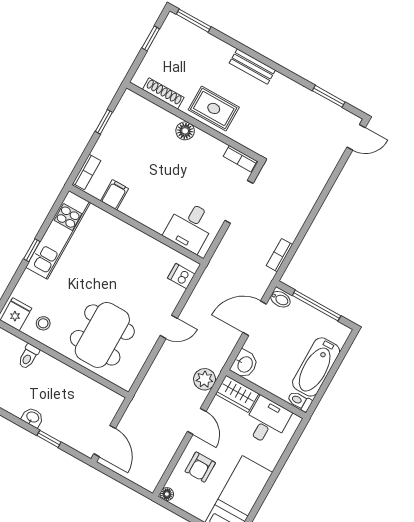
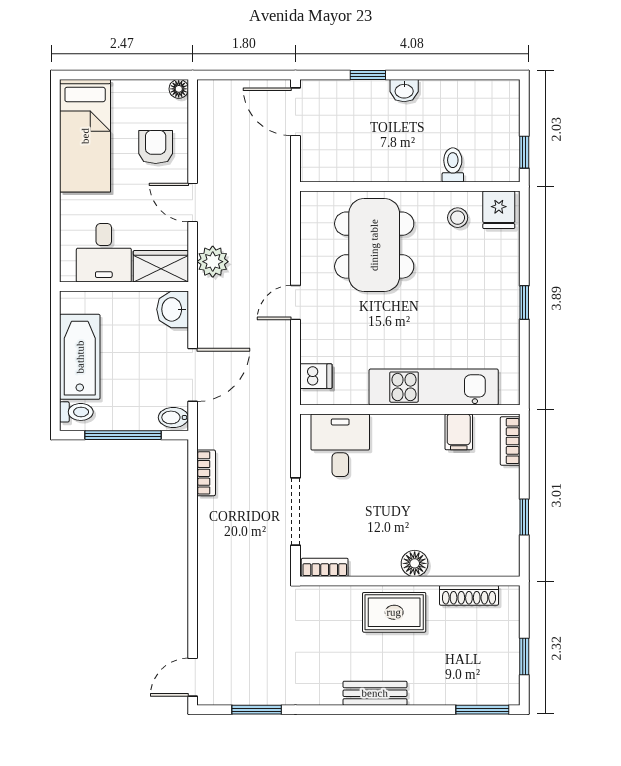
kitchen unit: (58, 235) -> (434, 387), moved, turned 90
toilet: (300, 401) -> (76, 412), moved

